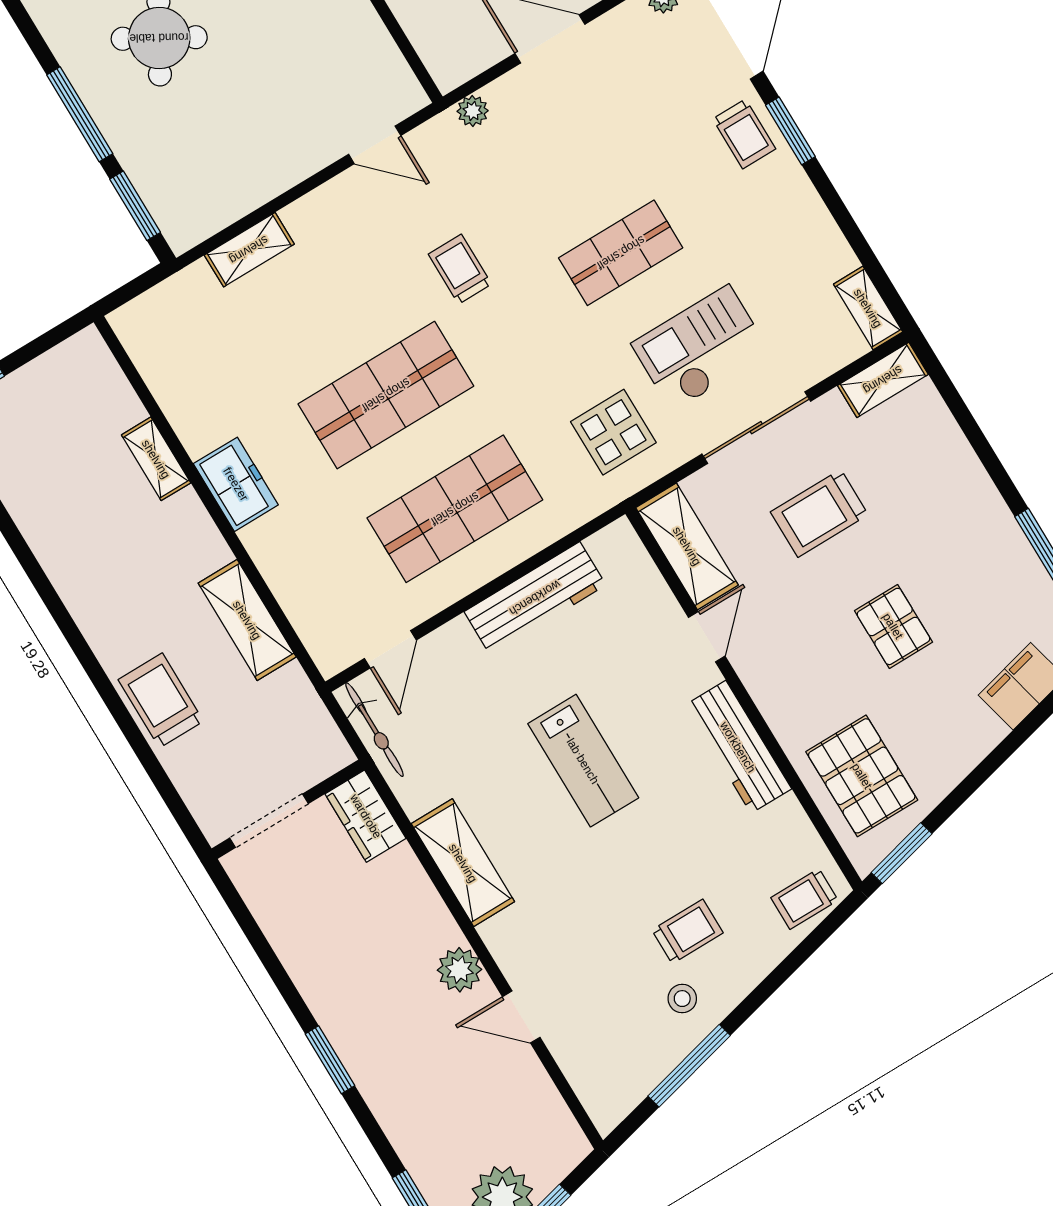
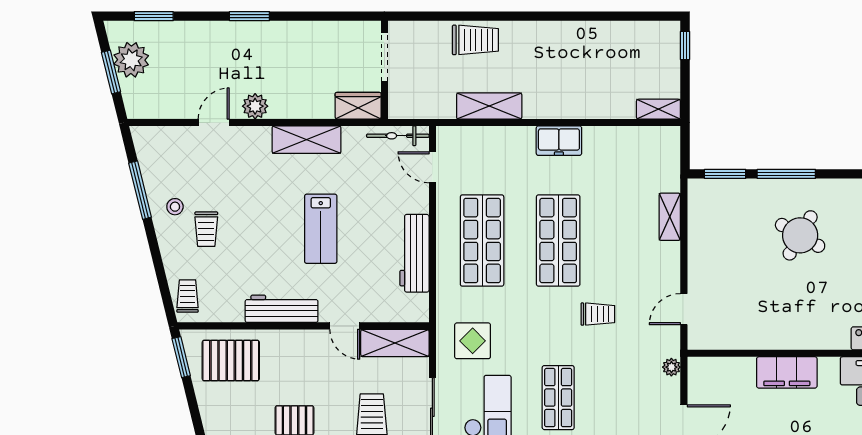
shelving: (156, 459) -> (658, 109), moved
lab bench: (583, 761) -> (321, 229), turned -90

